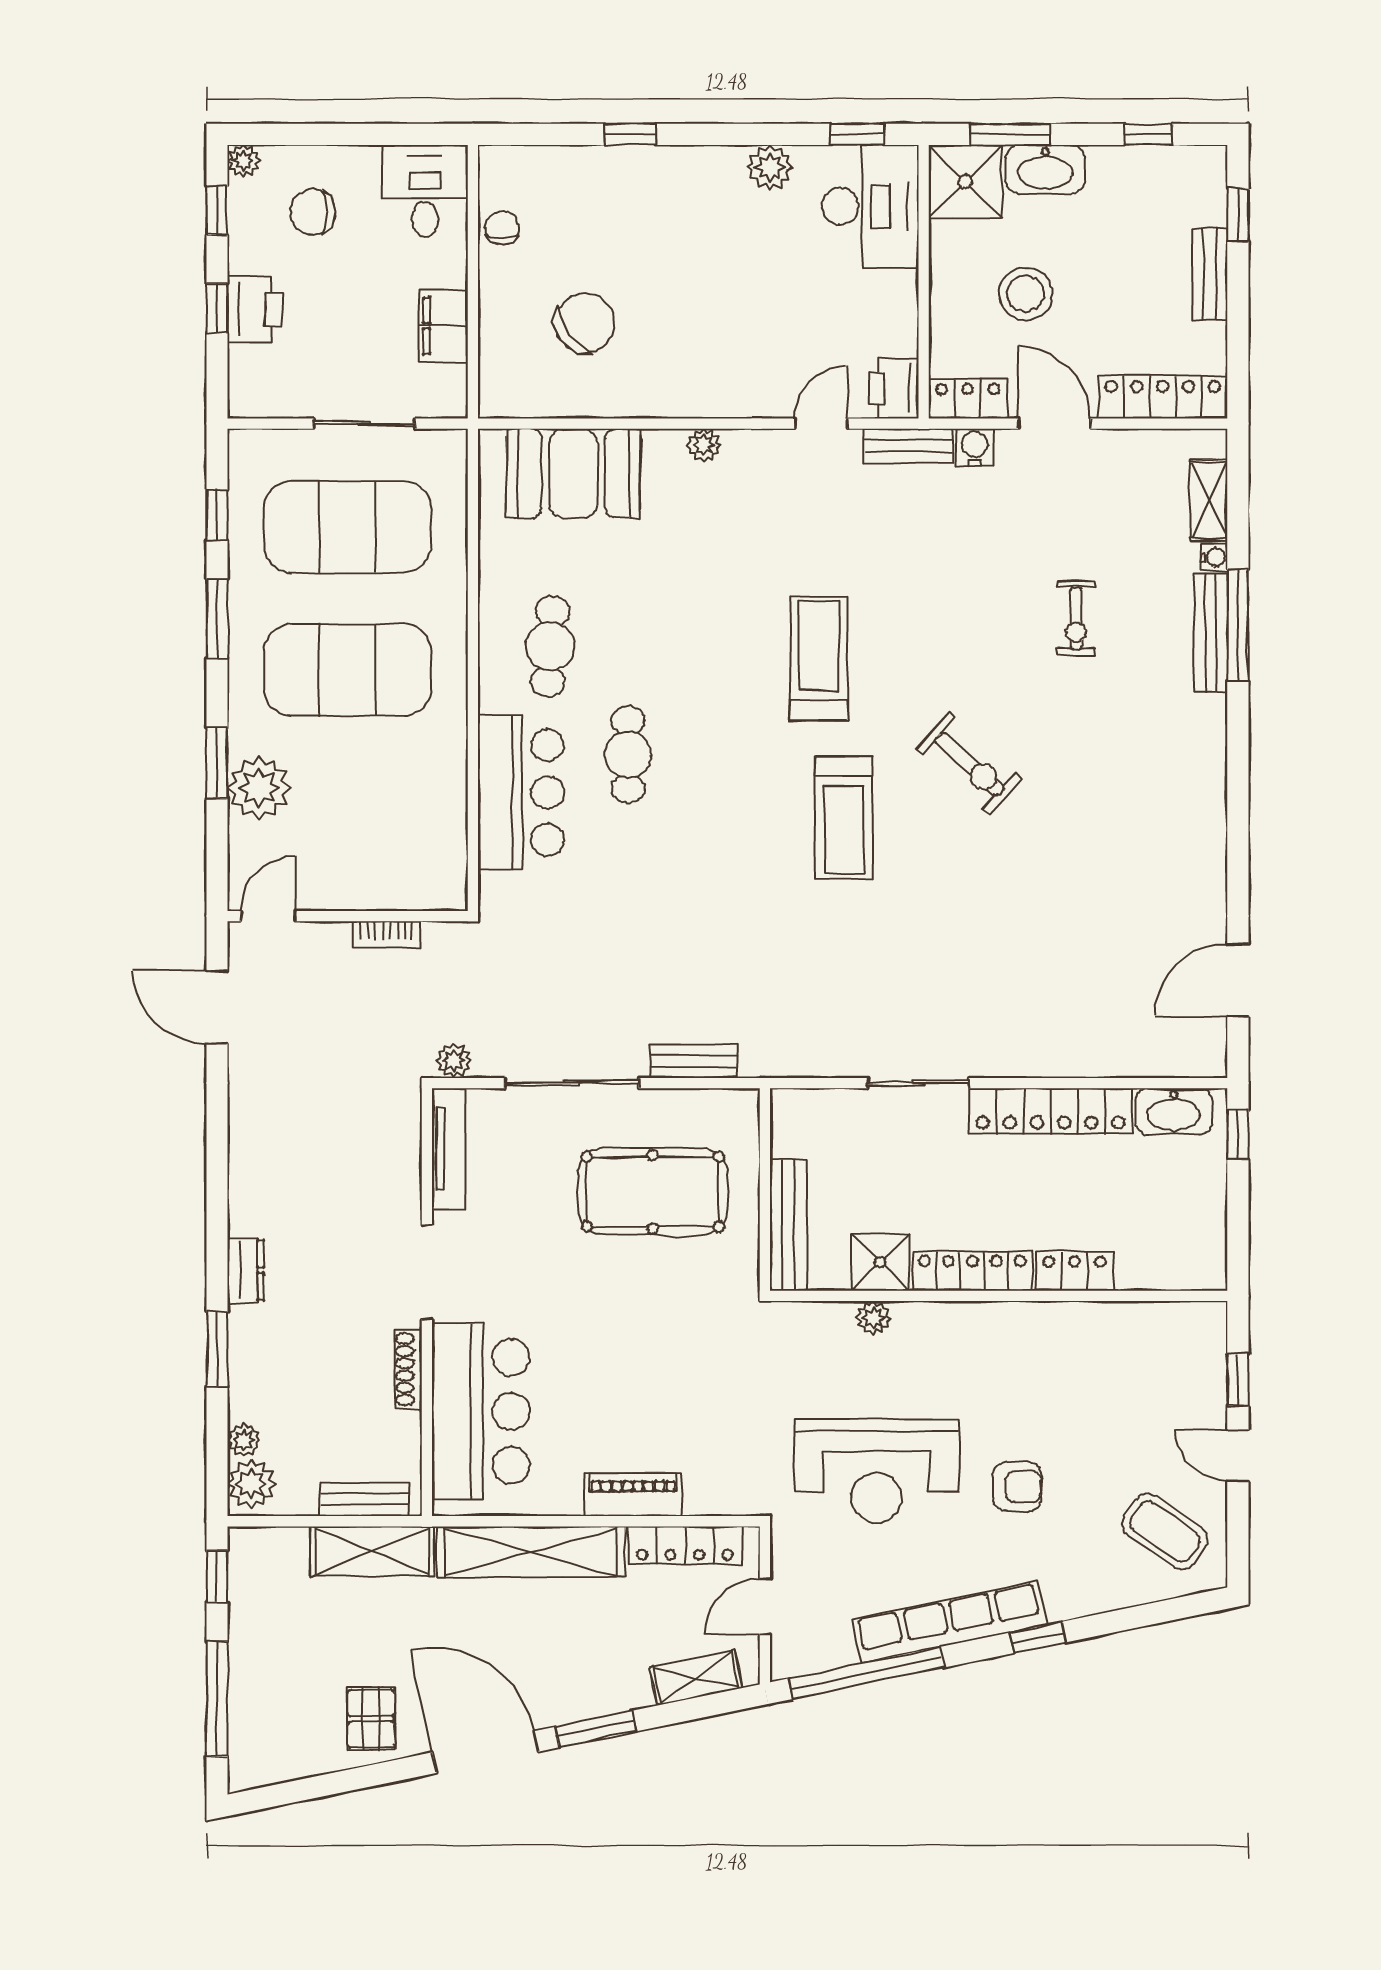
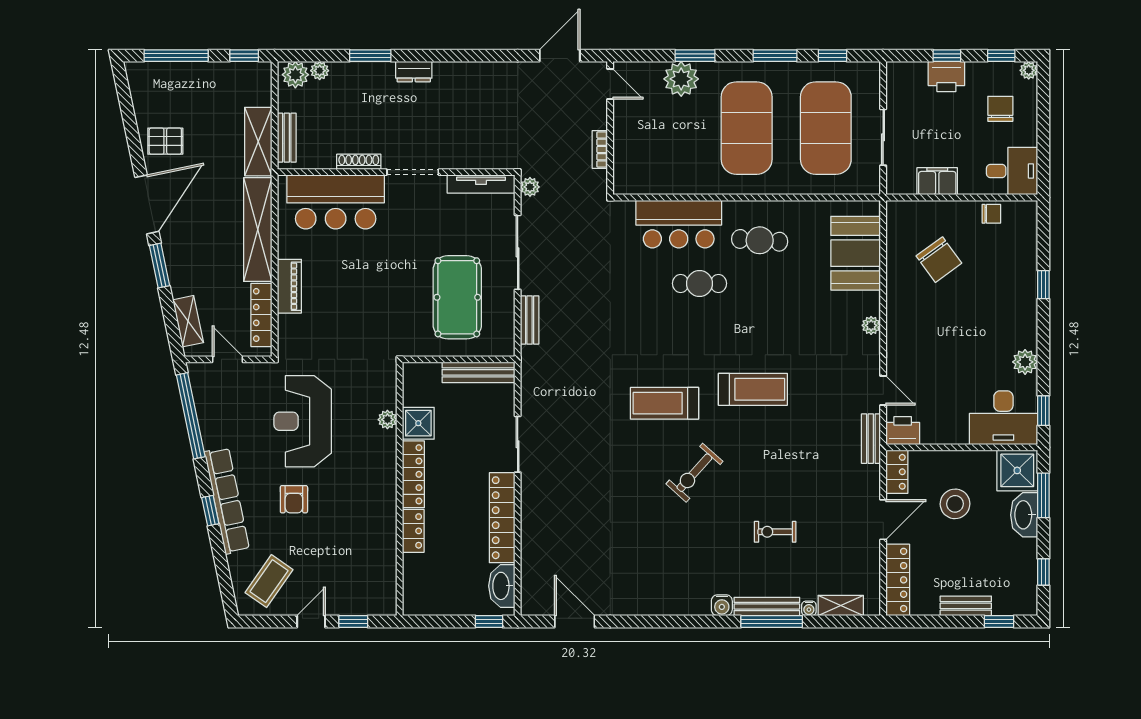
water cooler: (975, 447) -> (722, 605), moved, turned 90
bench: (788, 1225) -> (478, 372), moved
row of seats: (949, 1622) -> (227, 501), moved

